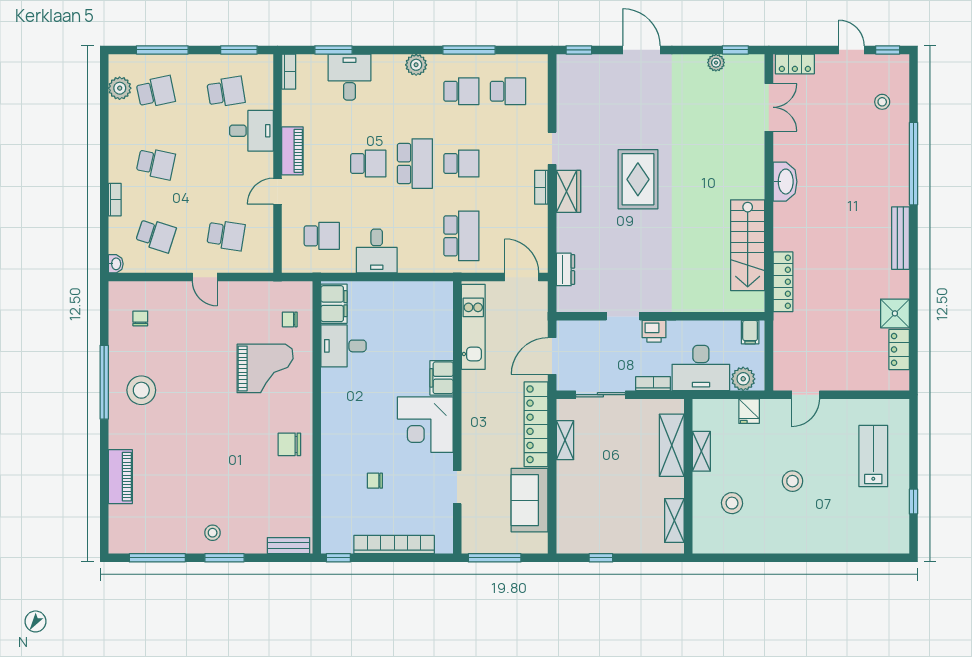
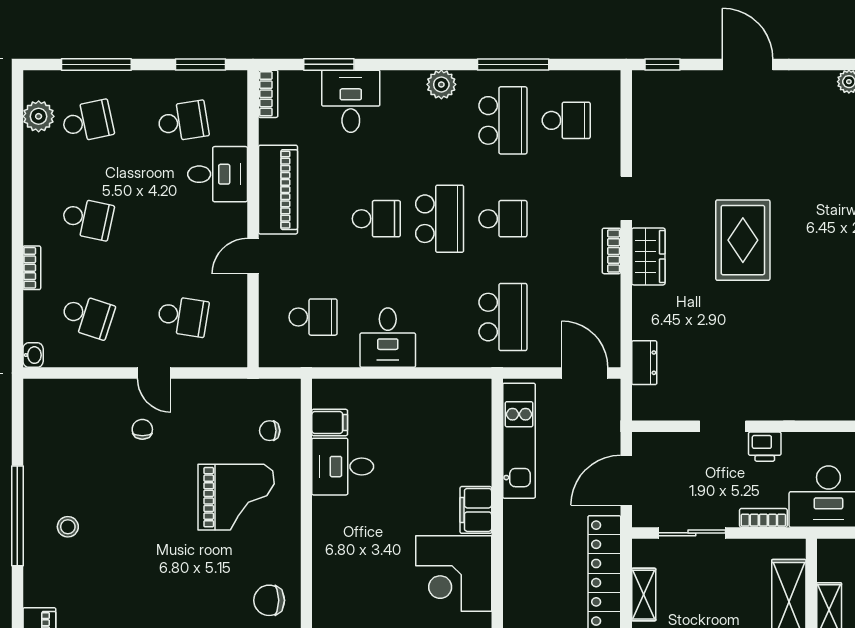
school desk: (461, 91) -> (503, 120), width x1.85
piano: (292, 151) -> (278, 190), width x1.37, depth x1.33
filing cabinet: (334, 304) -> (330, 422), width x0.50
chair: (140, 318) -> (142, 429), moved
stool: (141, 390) -> (68, 527), width x0.53, depth x0.53

